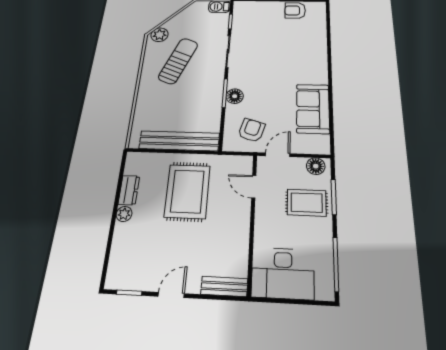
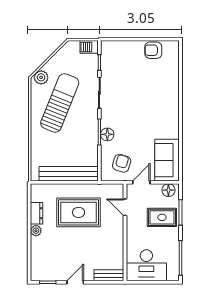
sun lounger: (178, 61) -> (60, 103), width x1.36, depth x1.34
sofa: (313, 109) -> (167, 160), moved
rug: (187, 191) -> (79, 212), turned 90

